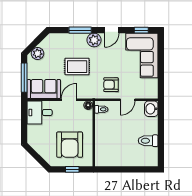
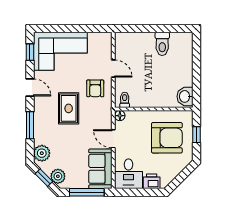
plant: (94, 40) -> (42, 153), moved
window: (36, 42) -> (44, 178), added
rug: (77, 67) -> (69, 108), moved
washbasin: (151, 109) -> (185, 96), moved, turned 90
printer: (33, 132) -> (152, 181), added

